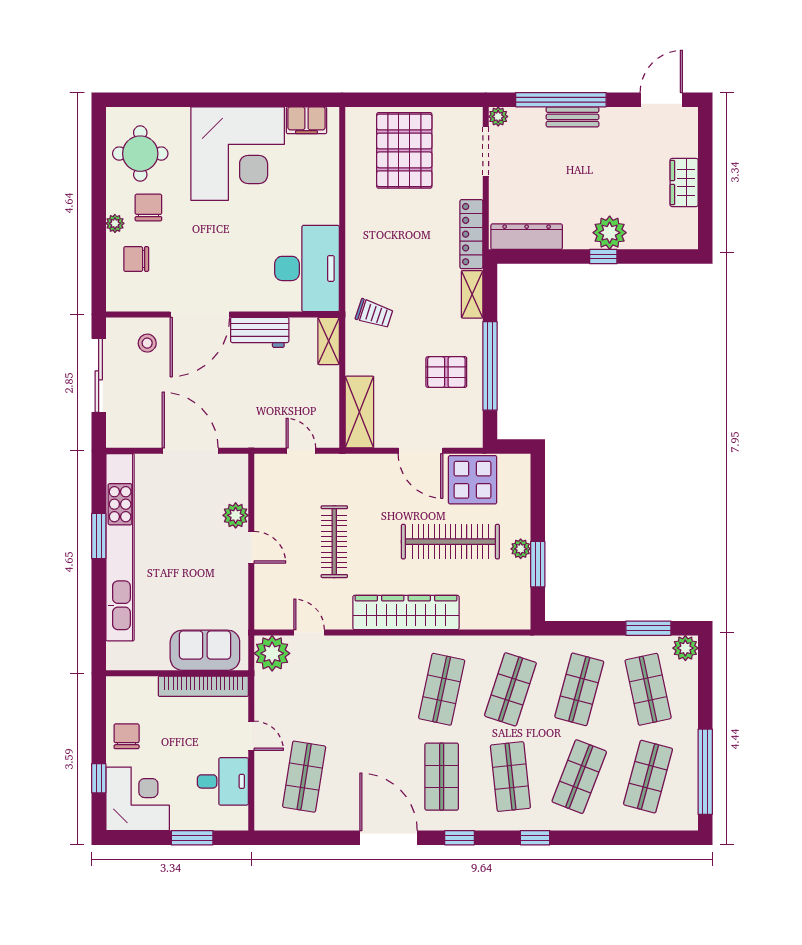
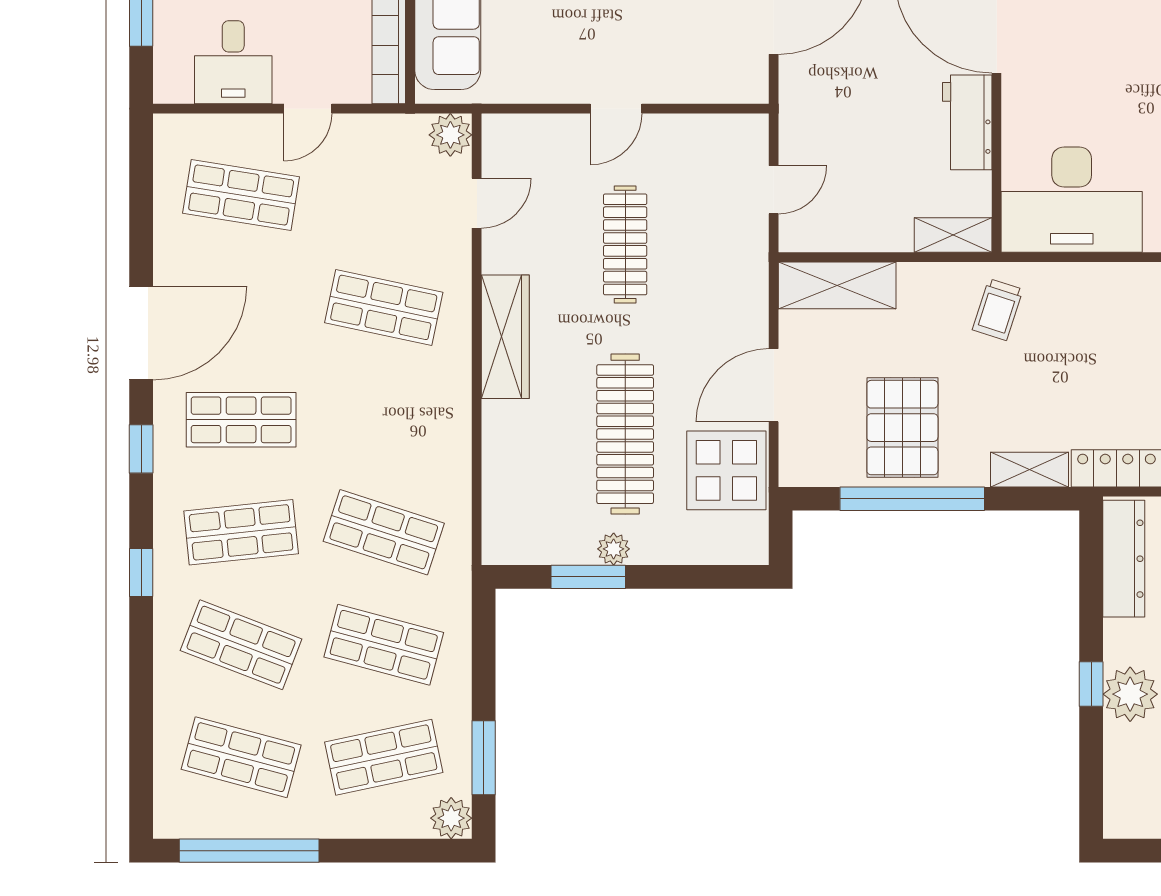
pallet: (446, 372) -> (902, 428), width x1.50, depth x1.42
plant: (236, 515) -> (668, 83), removed
clothes rail: (334, 542) -> (625, 244), turned 90
wardrobe: (406, 612) -> (505, 337), width x0.71, depth x0.85
plant: (272, 653) -> (450, 135), width x0.73, depth x0.73
shop shelf: (442, 689) -> (384, 307), moved

